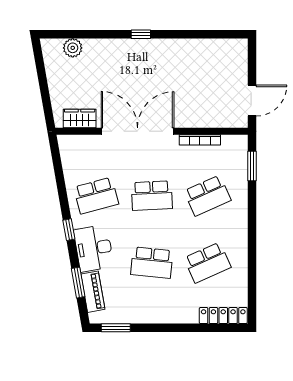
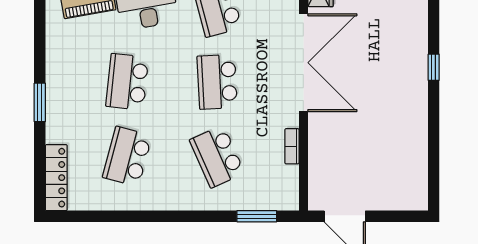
bookcase: (200, 140) -> (292, 146), width x0.64
school desk: (207, 263) -> (127, 156), turned 39
window: (116, 328) -> (40, 102), moved

